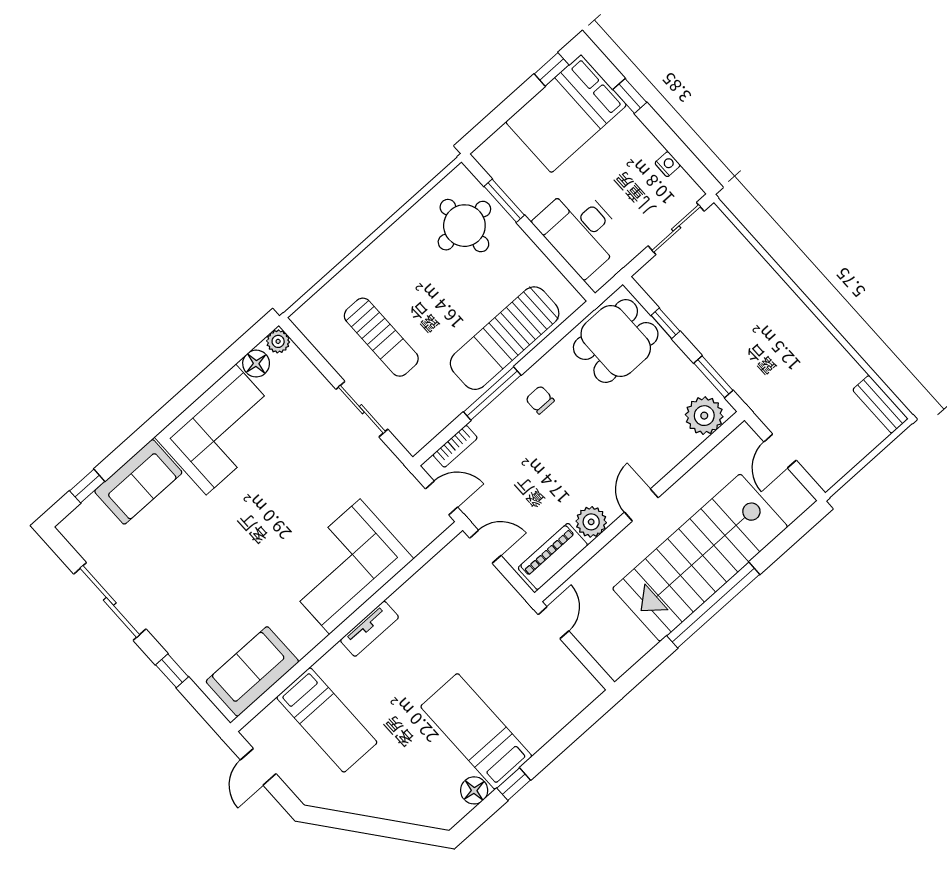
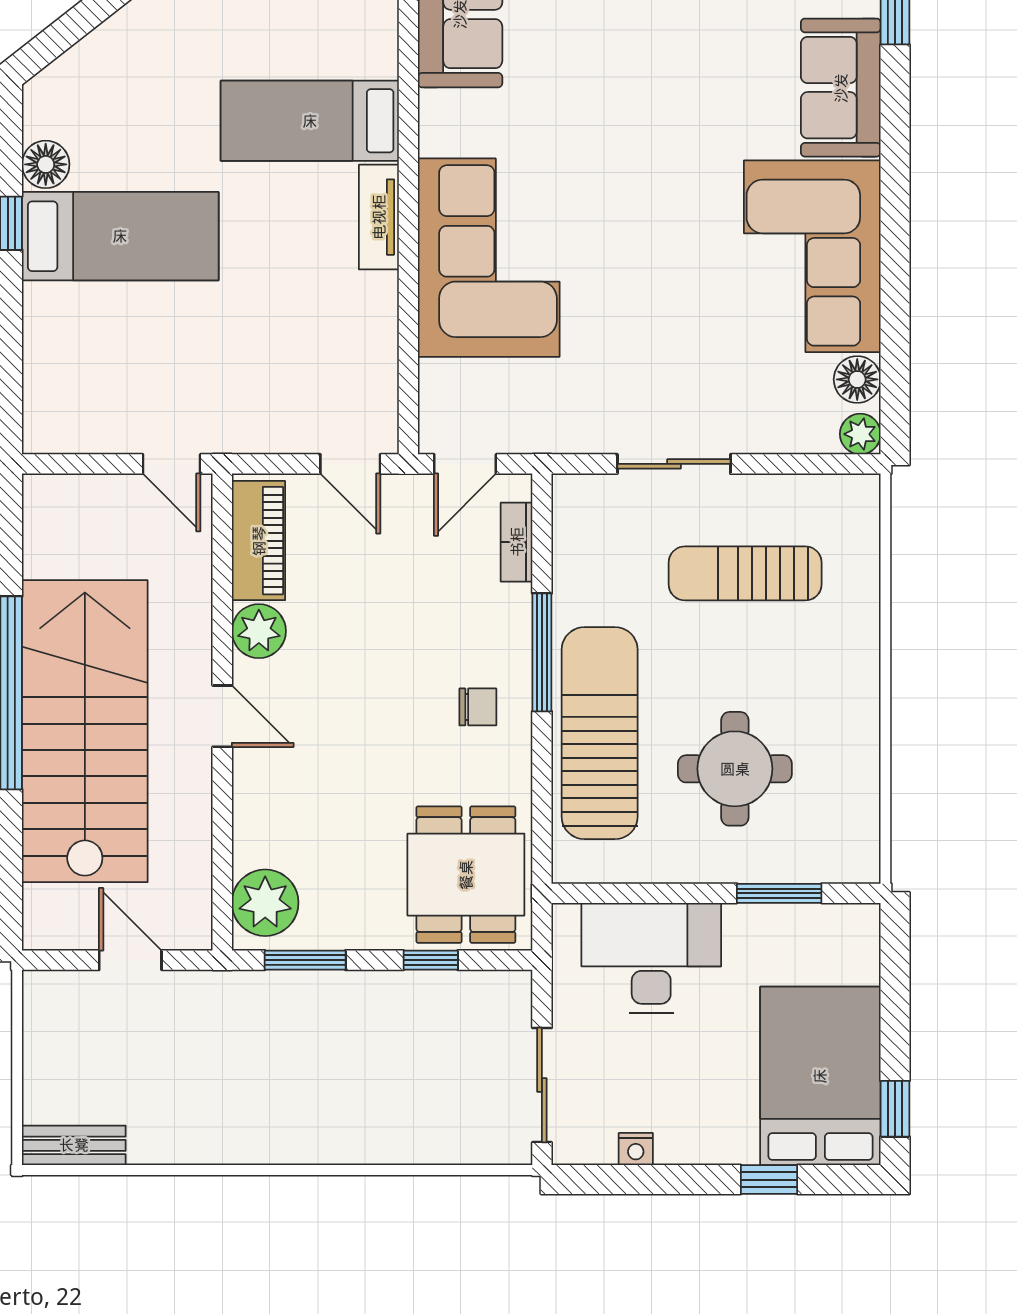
round table: (464, 226) -> (735, 769), moved
door: (485, 547) -> (350, 464), hinge flipped
bed: (327, 720) -> (310, 121), moved

